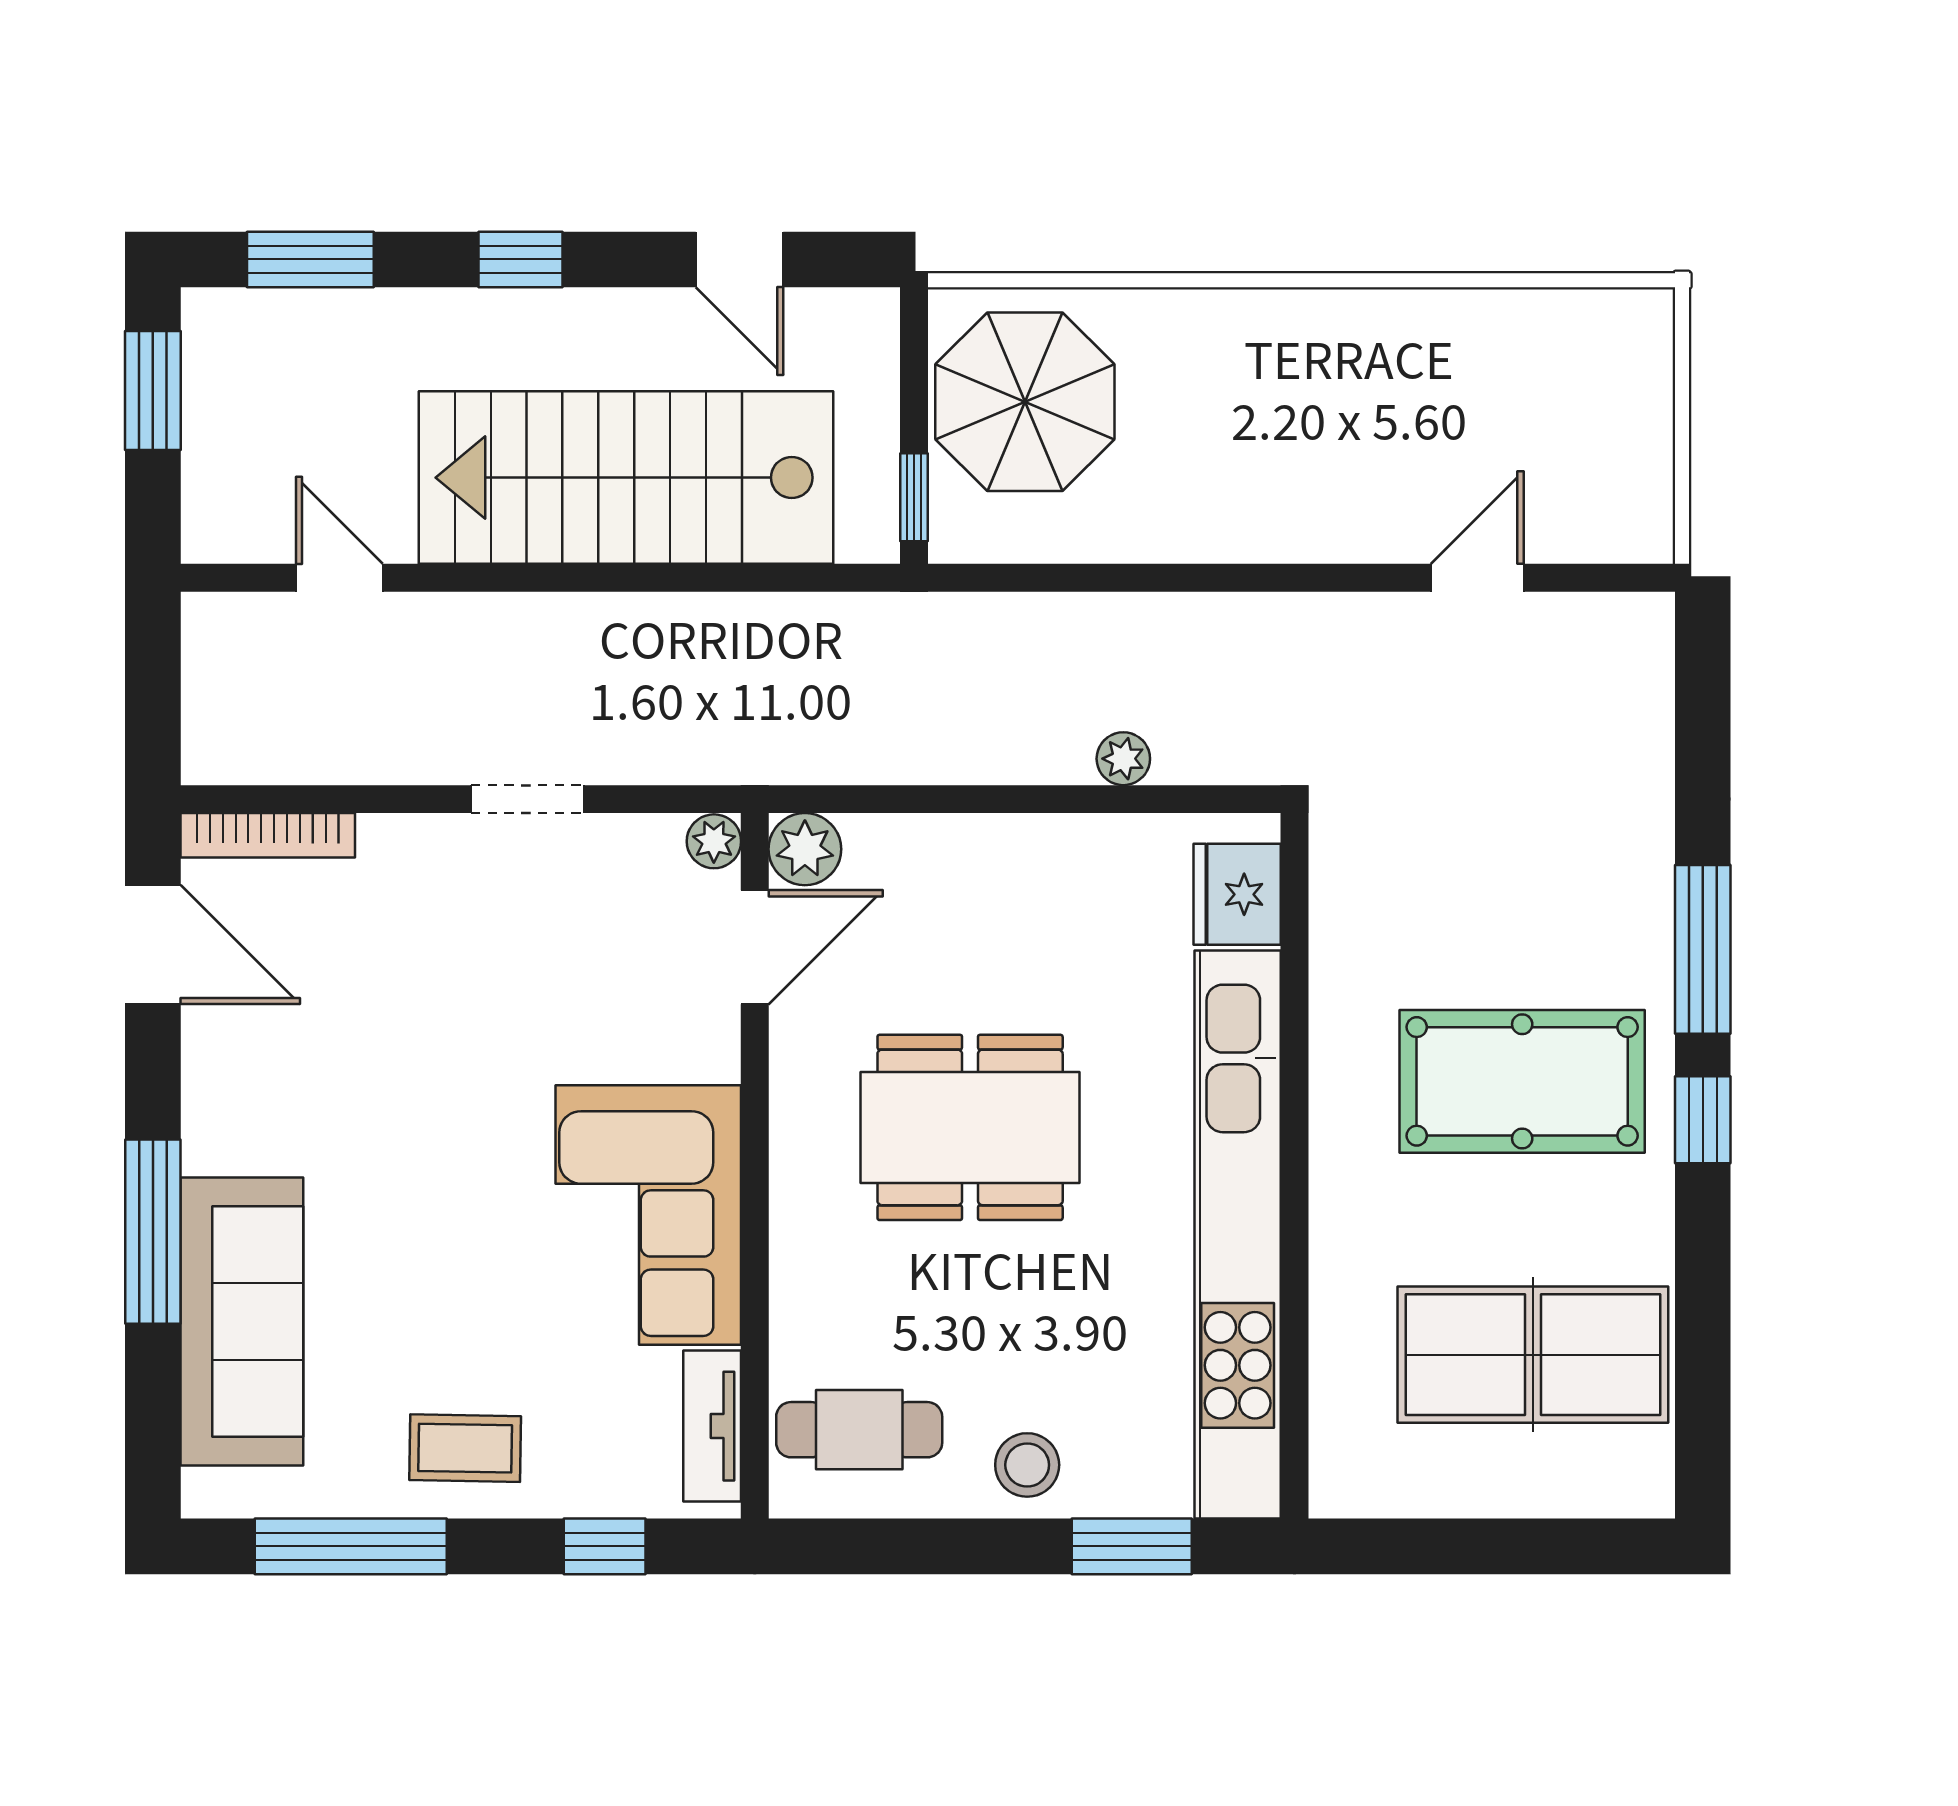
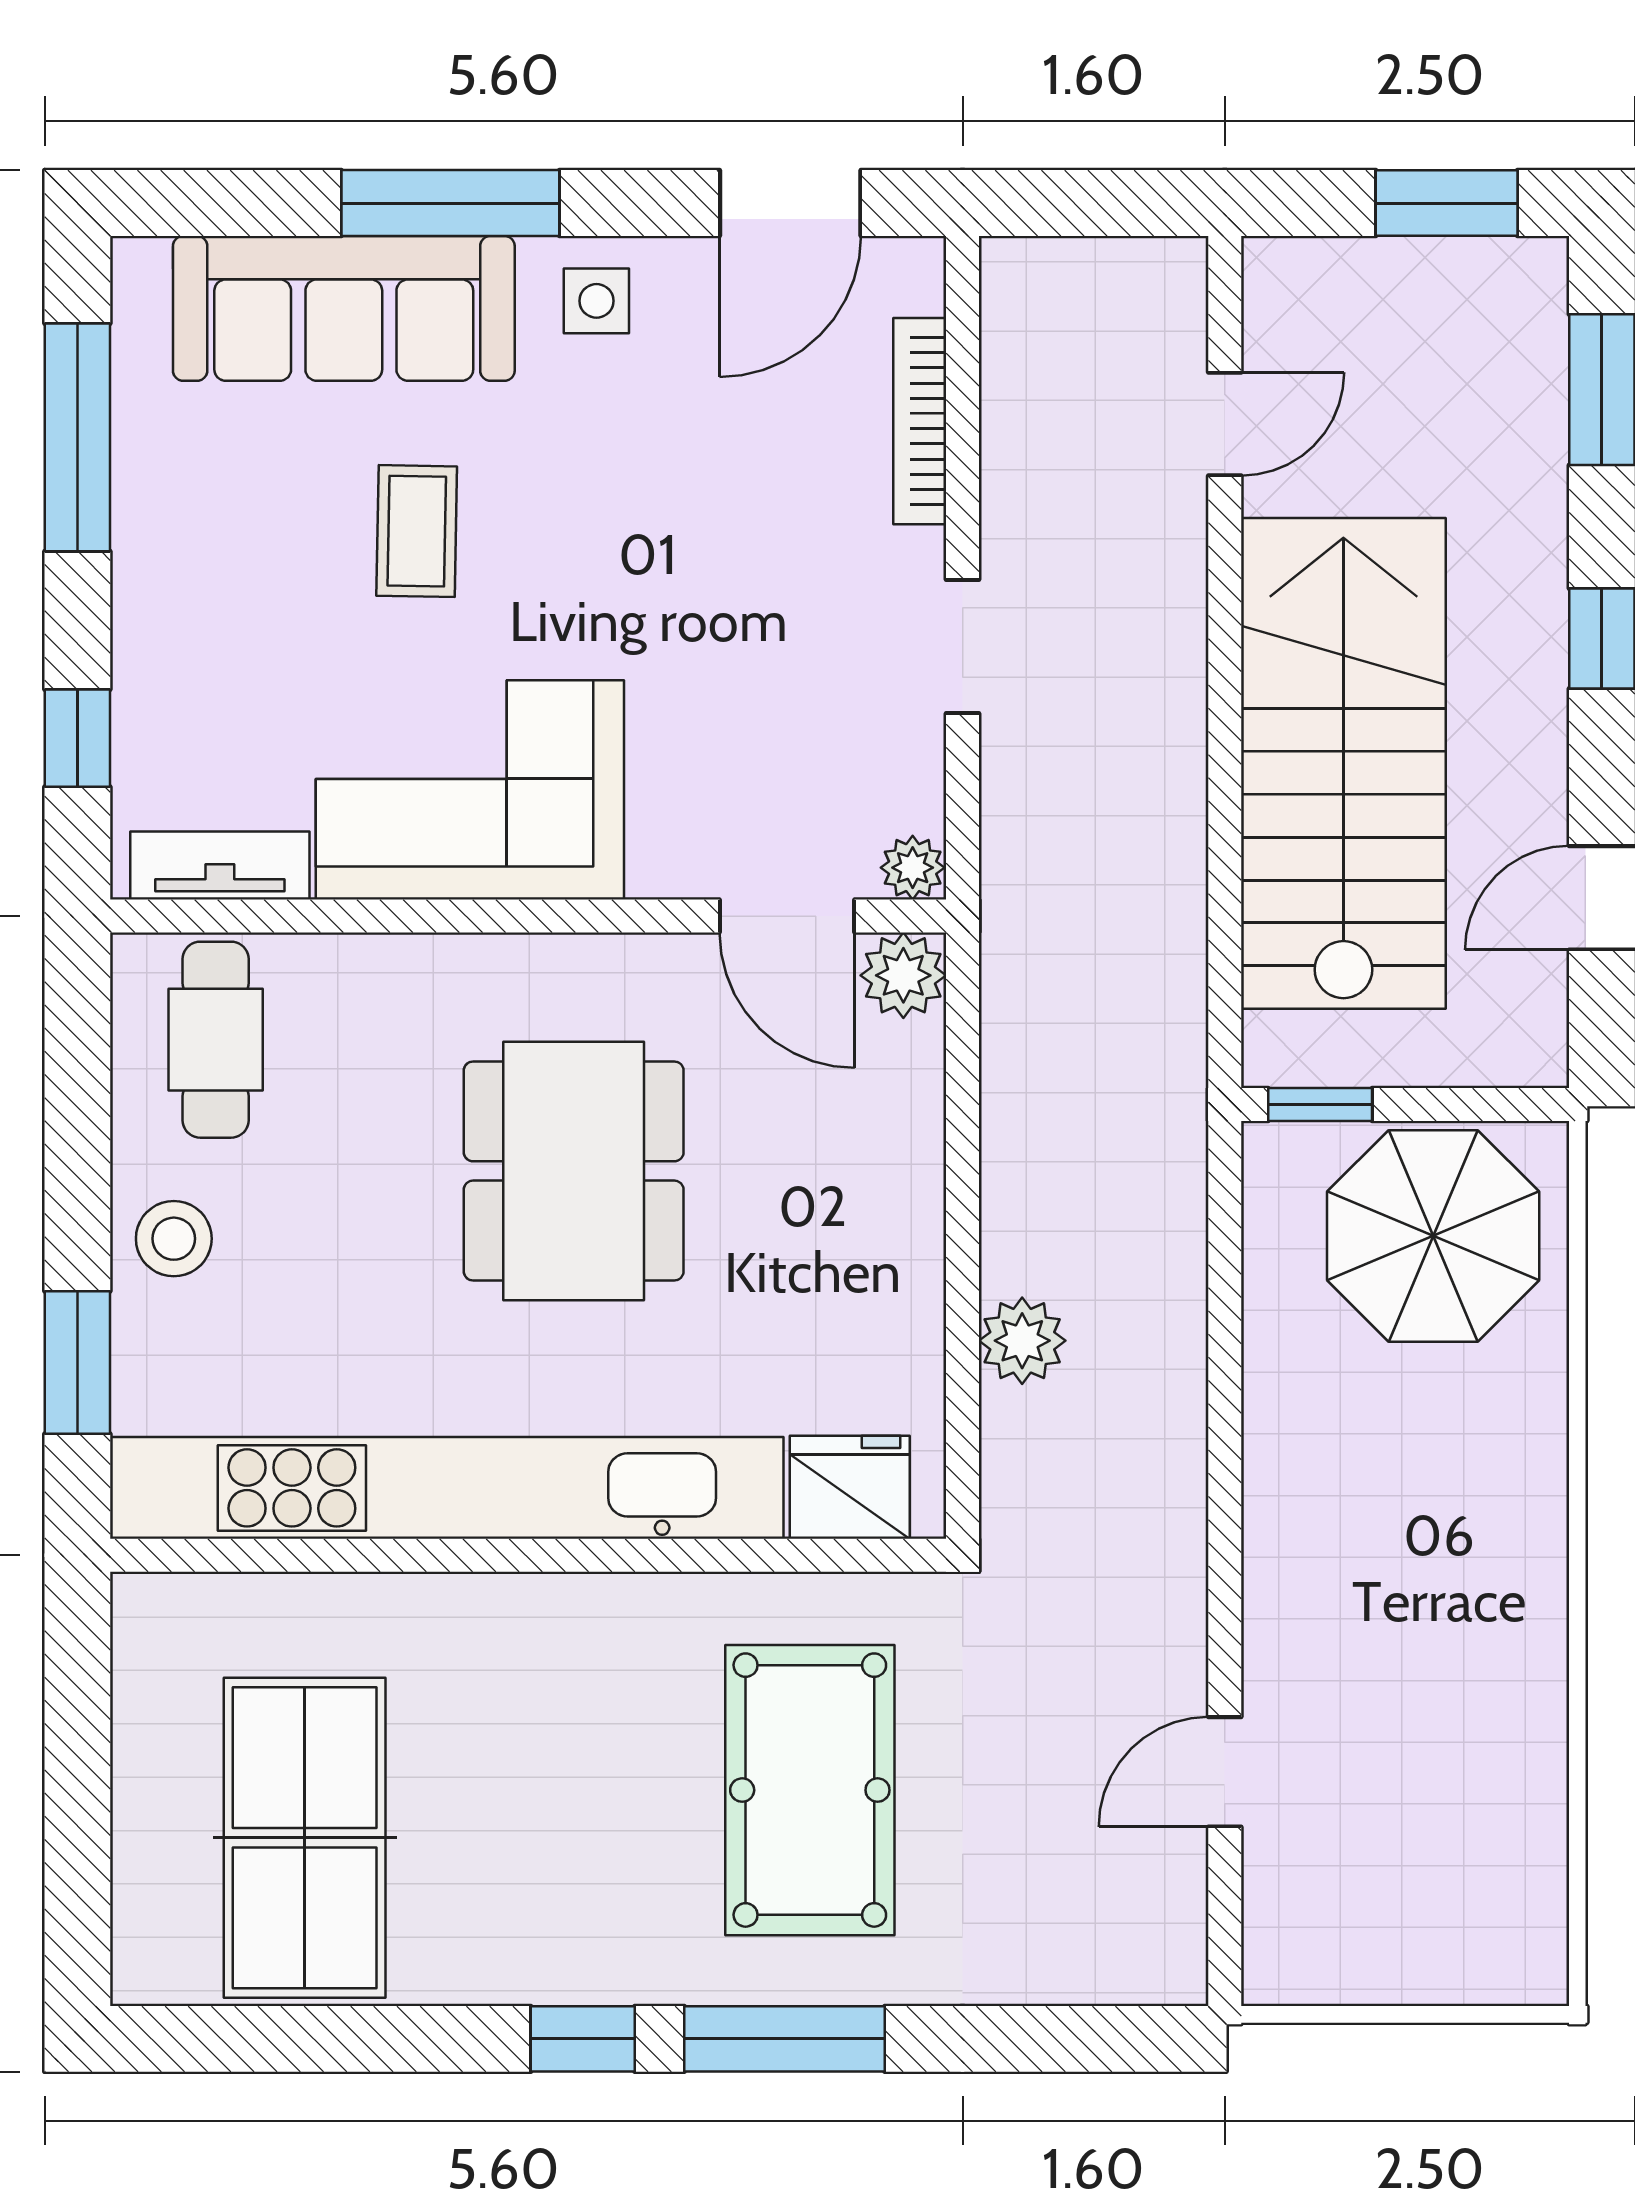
door: (1477, 578) -> (1225, 1772), swing flipped
plant: (1123, 759) -> (1022, 1341), width x1.38, depth x1.38
bookcase: (268, 835) -> (920, 421), moved
pool table: (1522, 1081) -> (810, 1790), moved
side table: (235, 1108) -> (596, 301), added
coffee table: (465, 1448) -> (417, 531), moved

